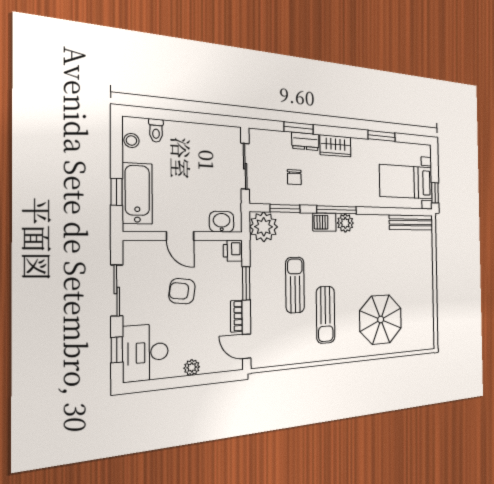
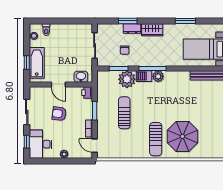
plant: (264, 227) -> (127, 79), moved
sun lounger: (326, 315) -> (156, 139), moved

